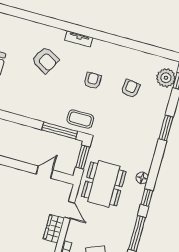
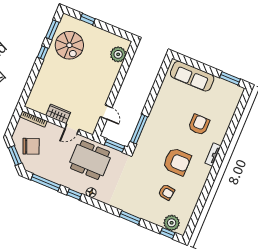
armchair: (45, 60) -> (199, 125), turned 151
armchair: (93, 81) -> (177, 162), width x1.88, depth x1.88
coffee table: (80, 119) -> (146, 147), removed

